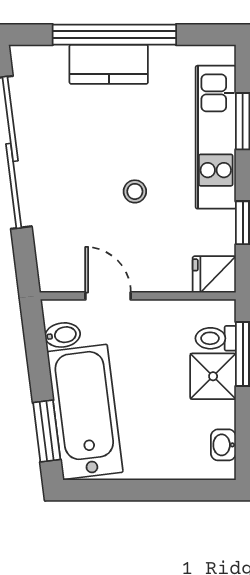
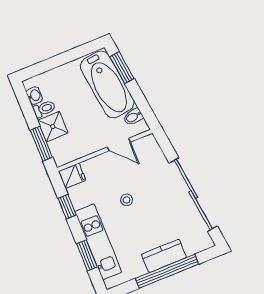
toilet: (216, 338) -> (44, 109), moved

